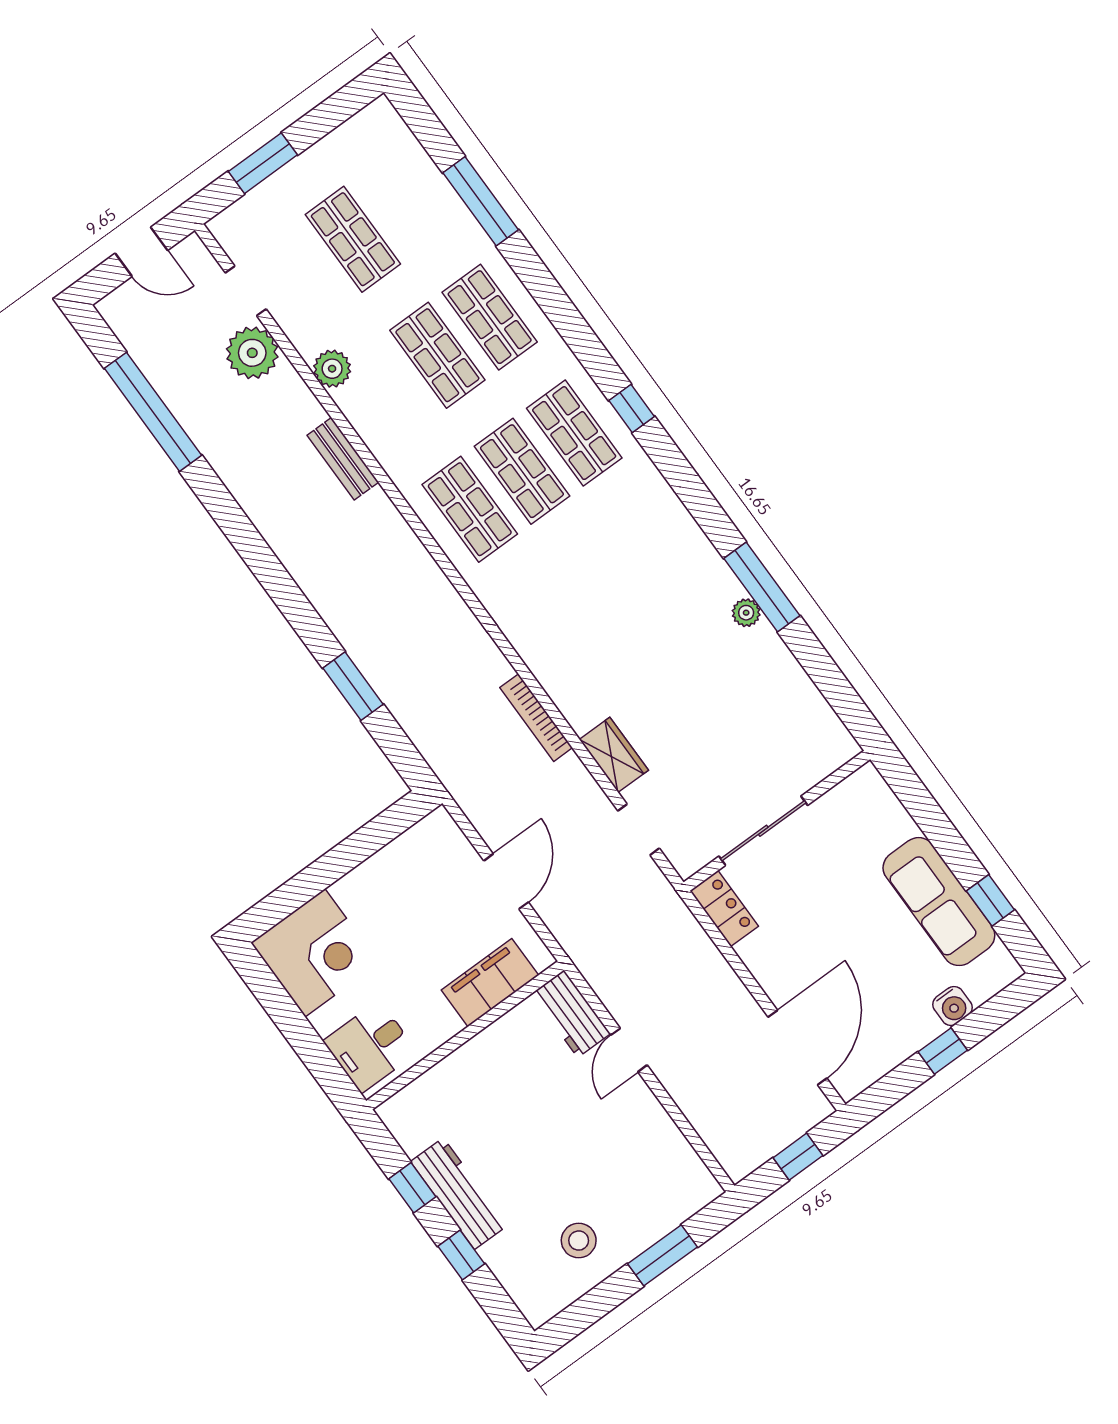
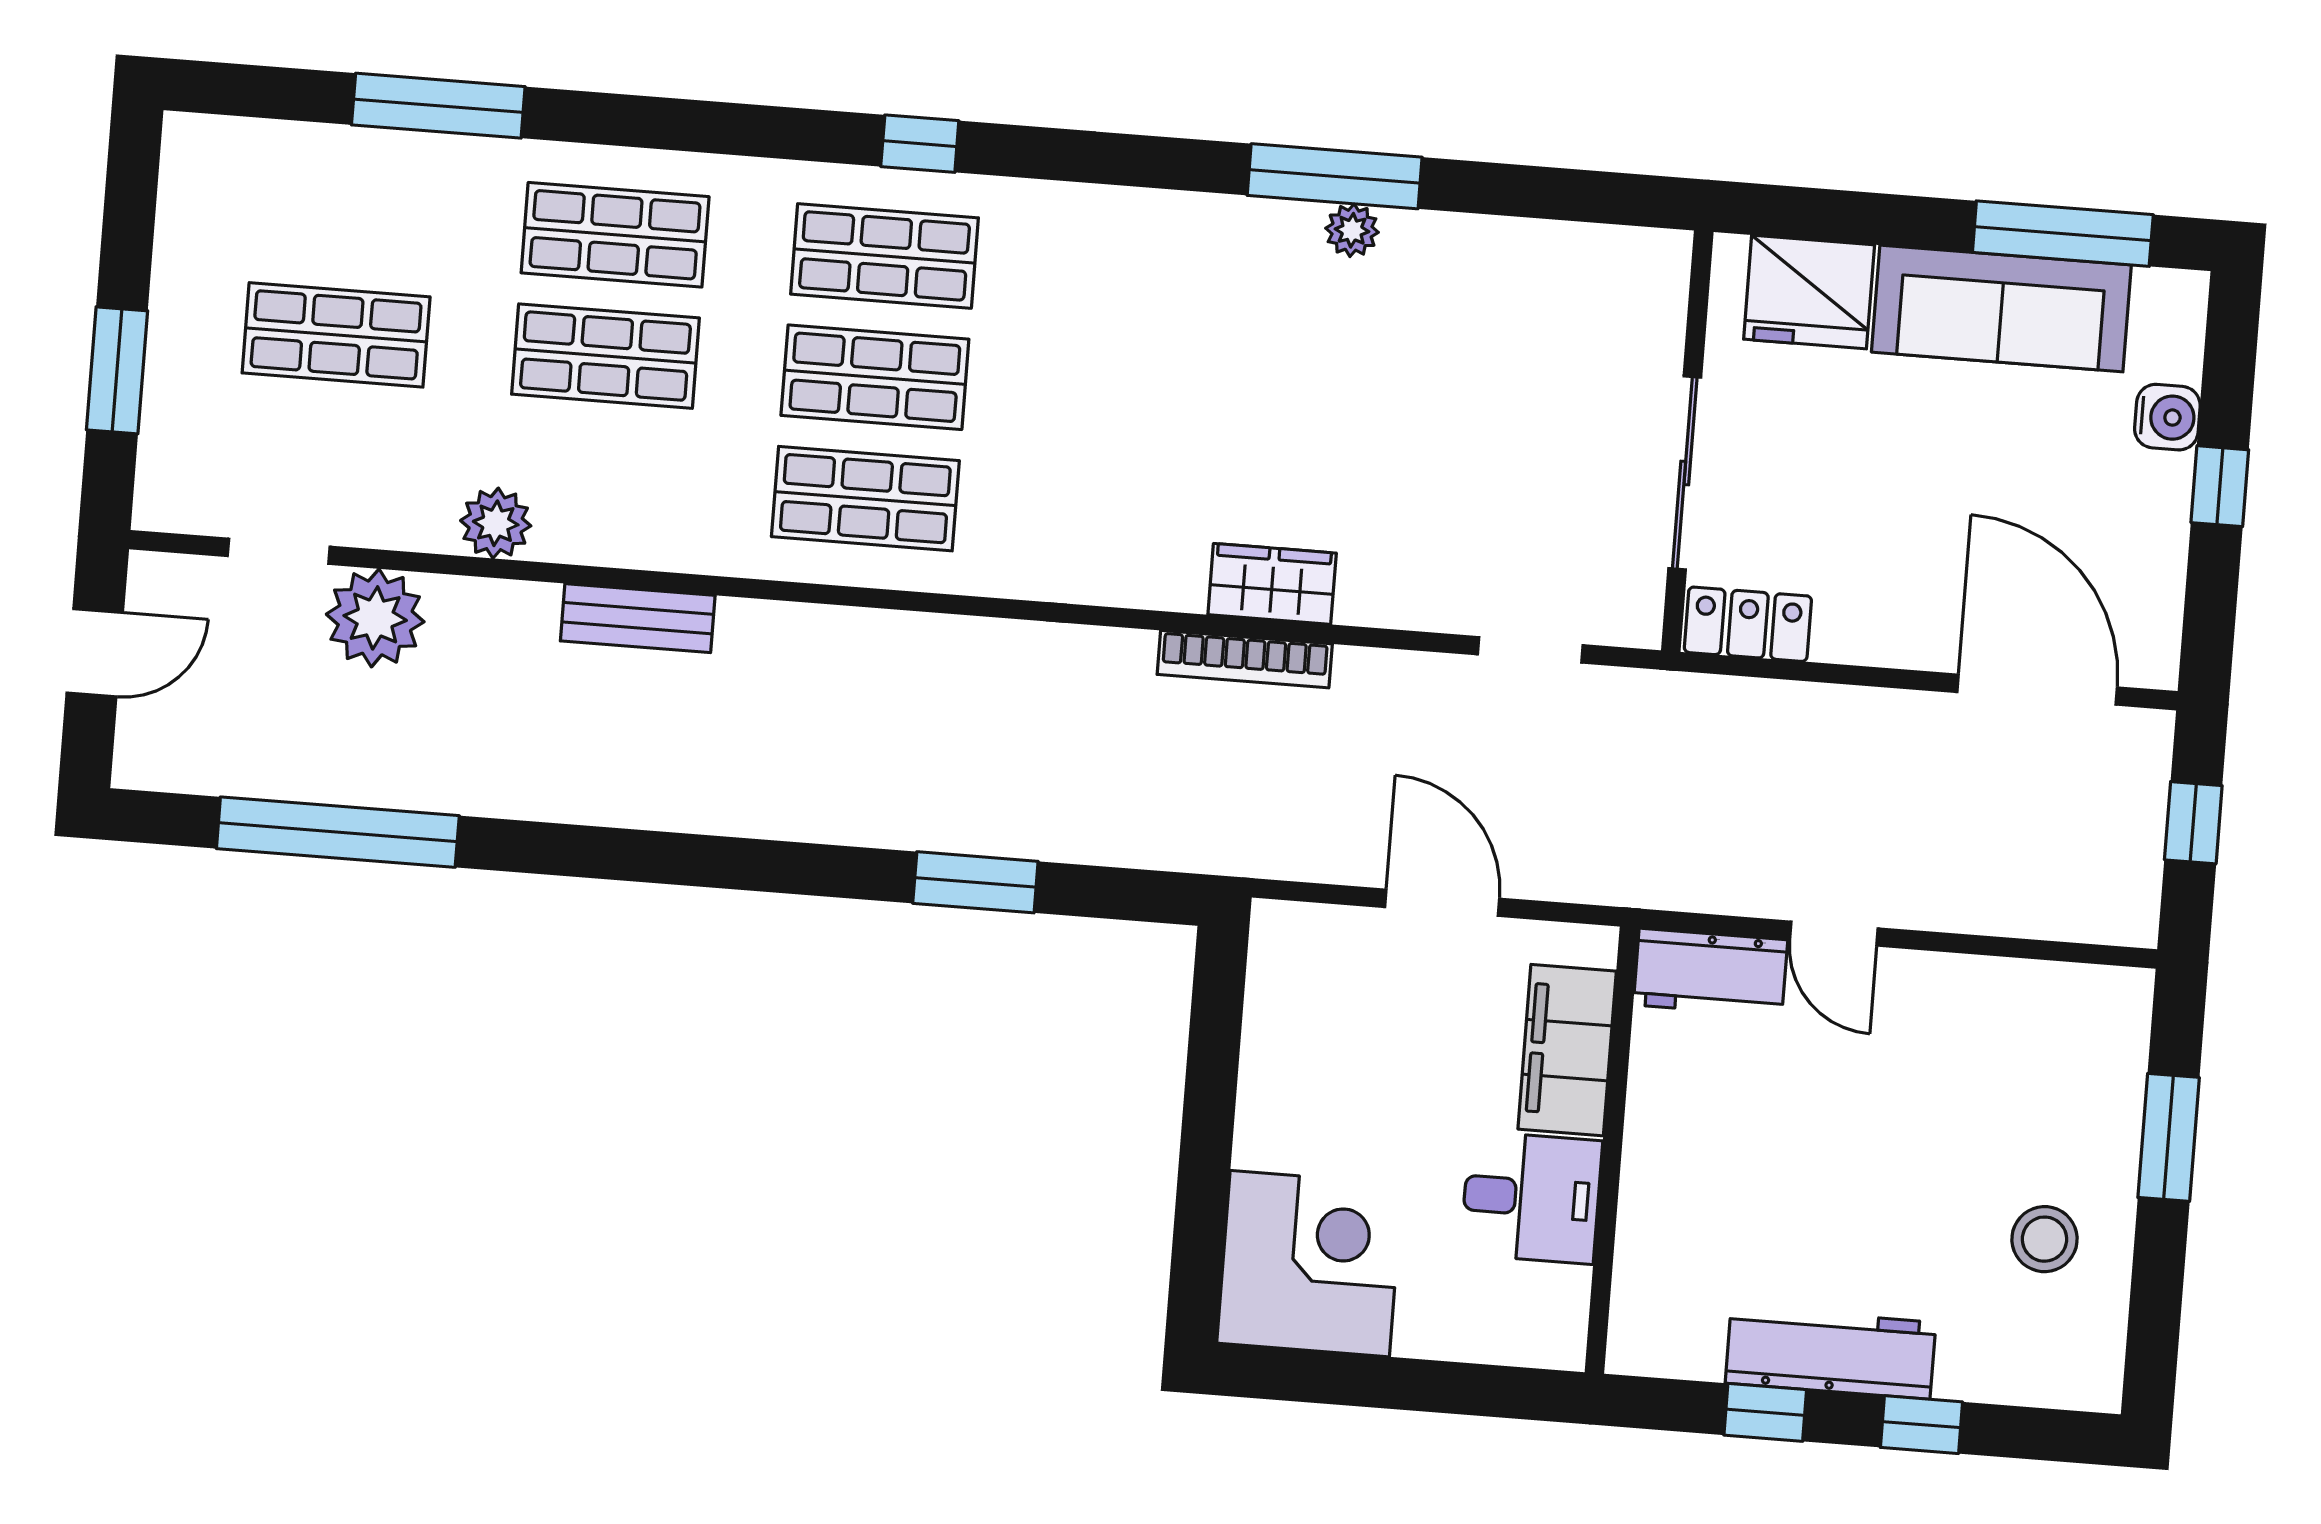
wardrobe: (614, 755) -> (1272, 584), moved
fridge: (879, 818) -> (1809, 292), added
window: (990, 900) -> (2063, 234), width x2.17
desk: (370, 1047) -> (1531, 1198), moved, turned -90

